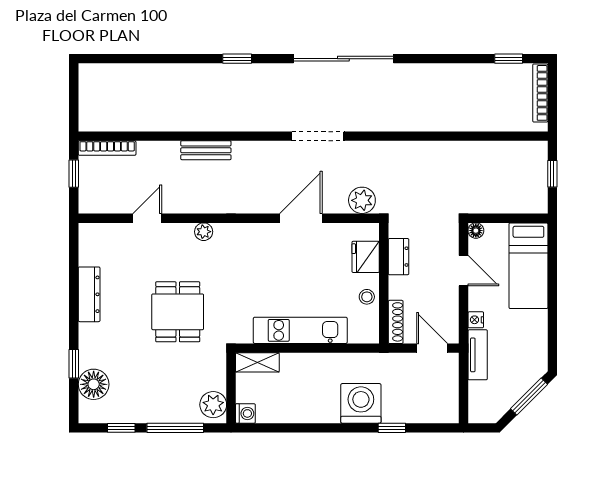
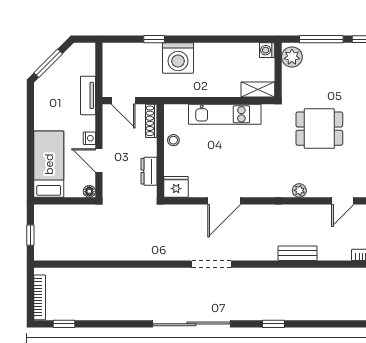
plant: (362, 200) -> (177, 215), removed
fridge: (366, 257) -> (176, 187), moved, turned -90
dining table: (178, 312) -> (319, 129), turned 90
nightstand: (476, 320) -> (89, 138), moved

